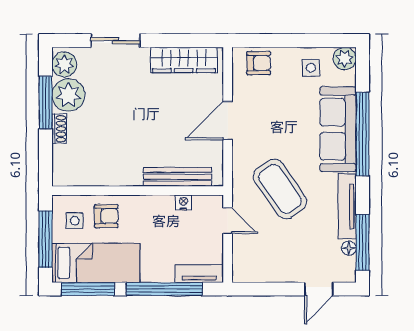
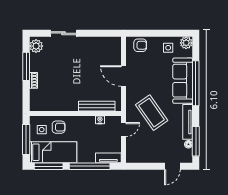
wardrobe: (184, 60) -> (100, 44), removed
plant: (68, 95) -> (38, 62), removed
door: (228, 121) -> (124, 76), hinge flipped
door: (228, 221) -> (124, 130), hinge flipped

